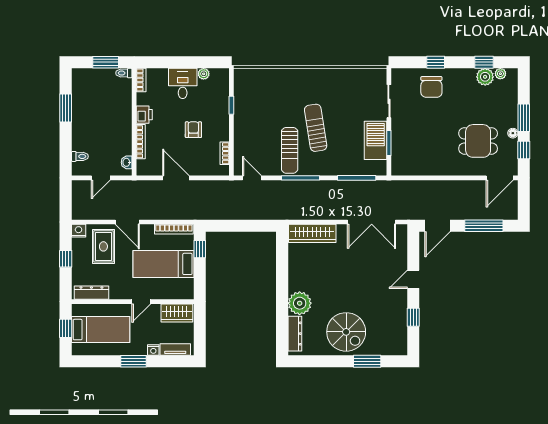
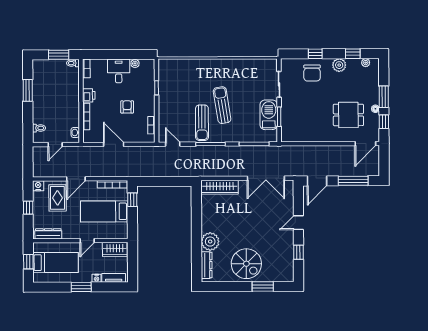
plant: (485, 77) -> (339, 65), moved
door: (127, 222) -> (76, 179), hinge flipped

